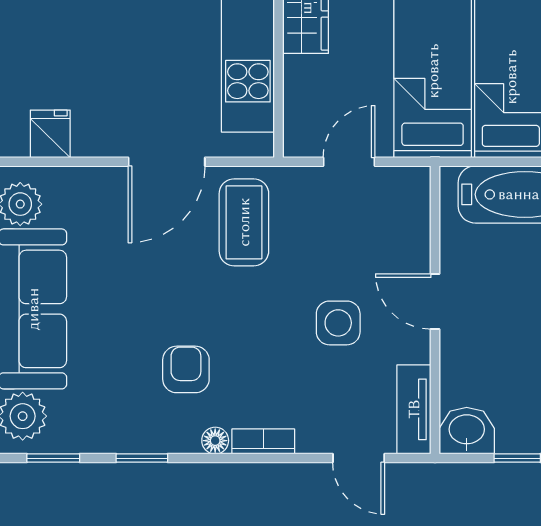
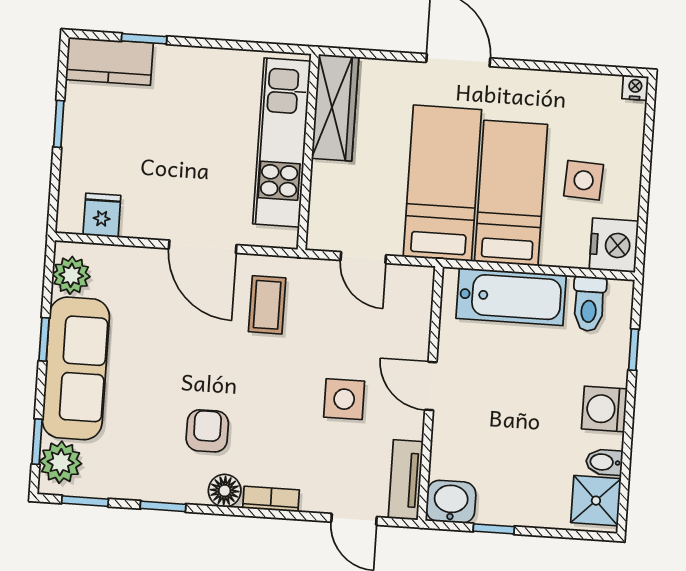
door: (167, 162) -> (203, 247), hinge flipped
door: (349, 162) -> (363, 258), swing flipped
coffee table: (244, 222) -> (267, 305), width x0.73, depth x0.77
floor lamp: (215, 441) -> (225, 491), width x1.37, depth x1.37

